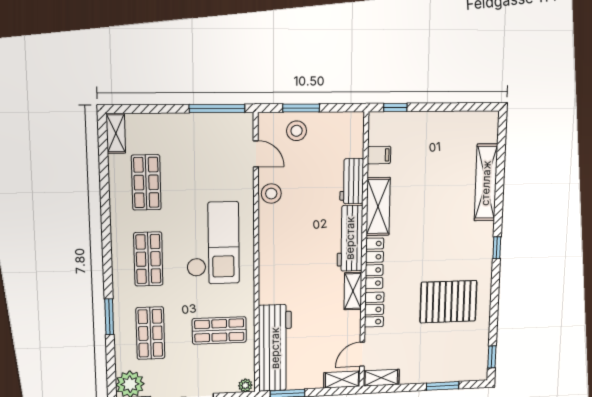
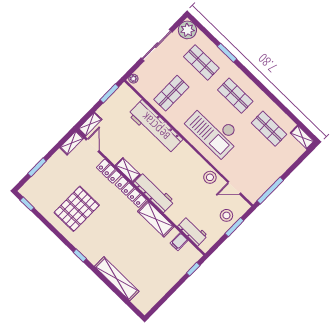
workbench: (352, 181) -> (193, 231), moved
workbench: (275, 348) -> (155, 127), moved

